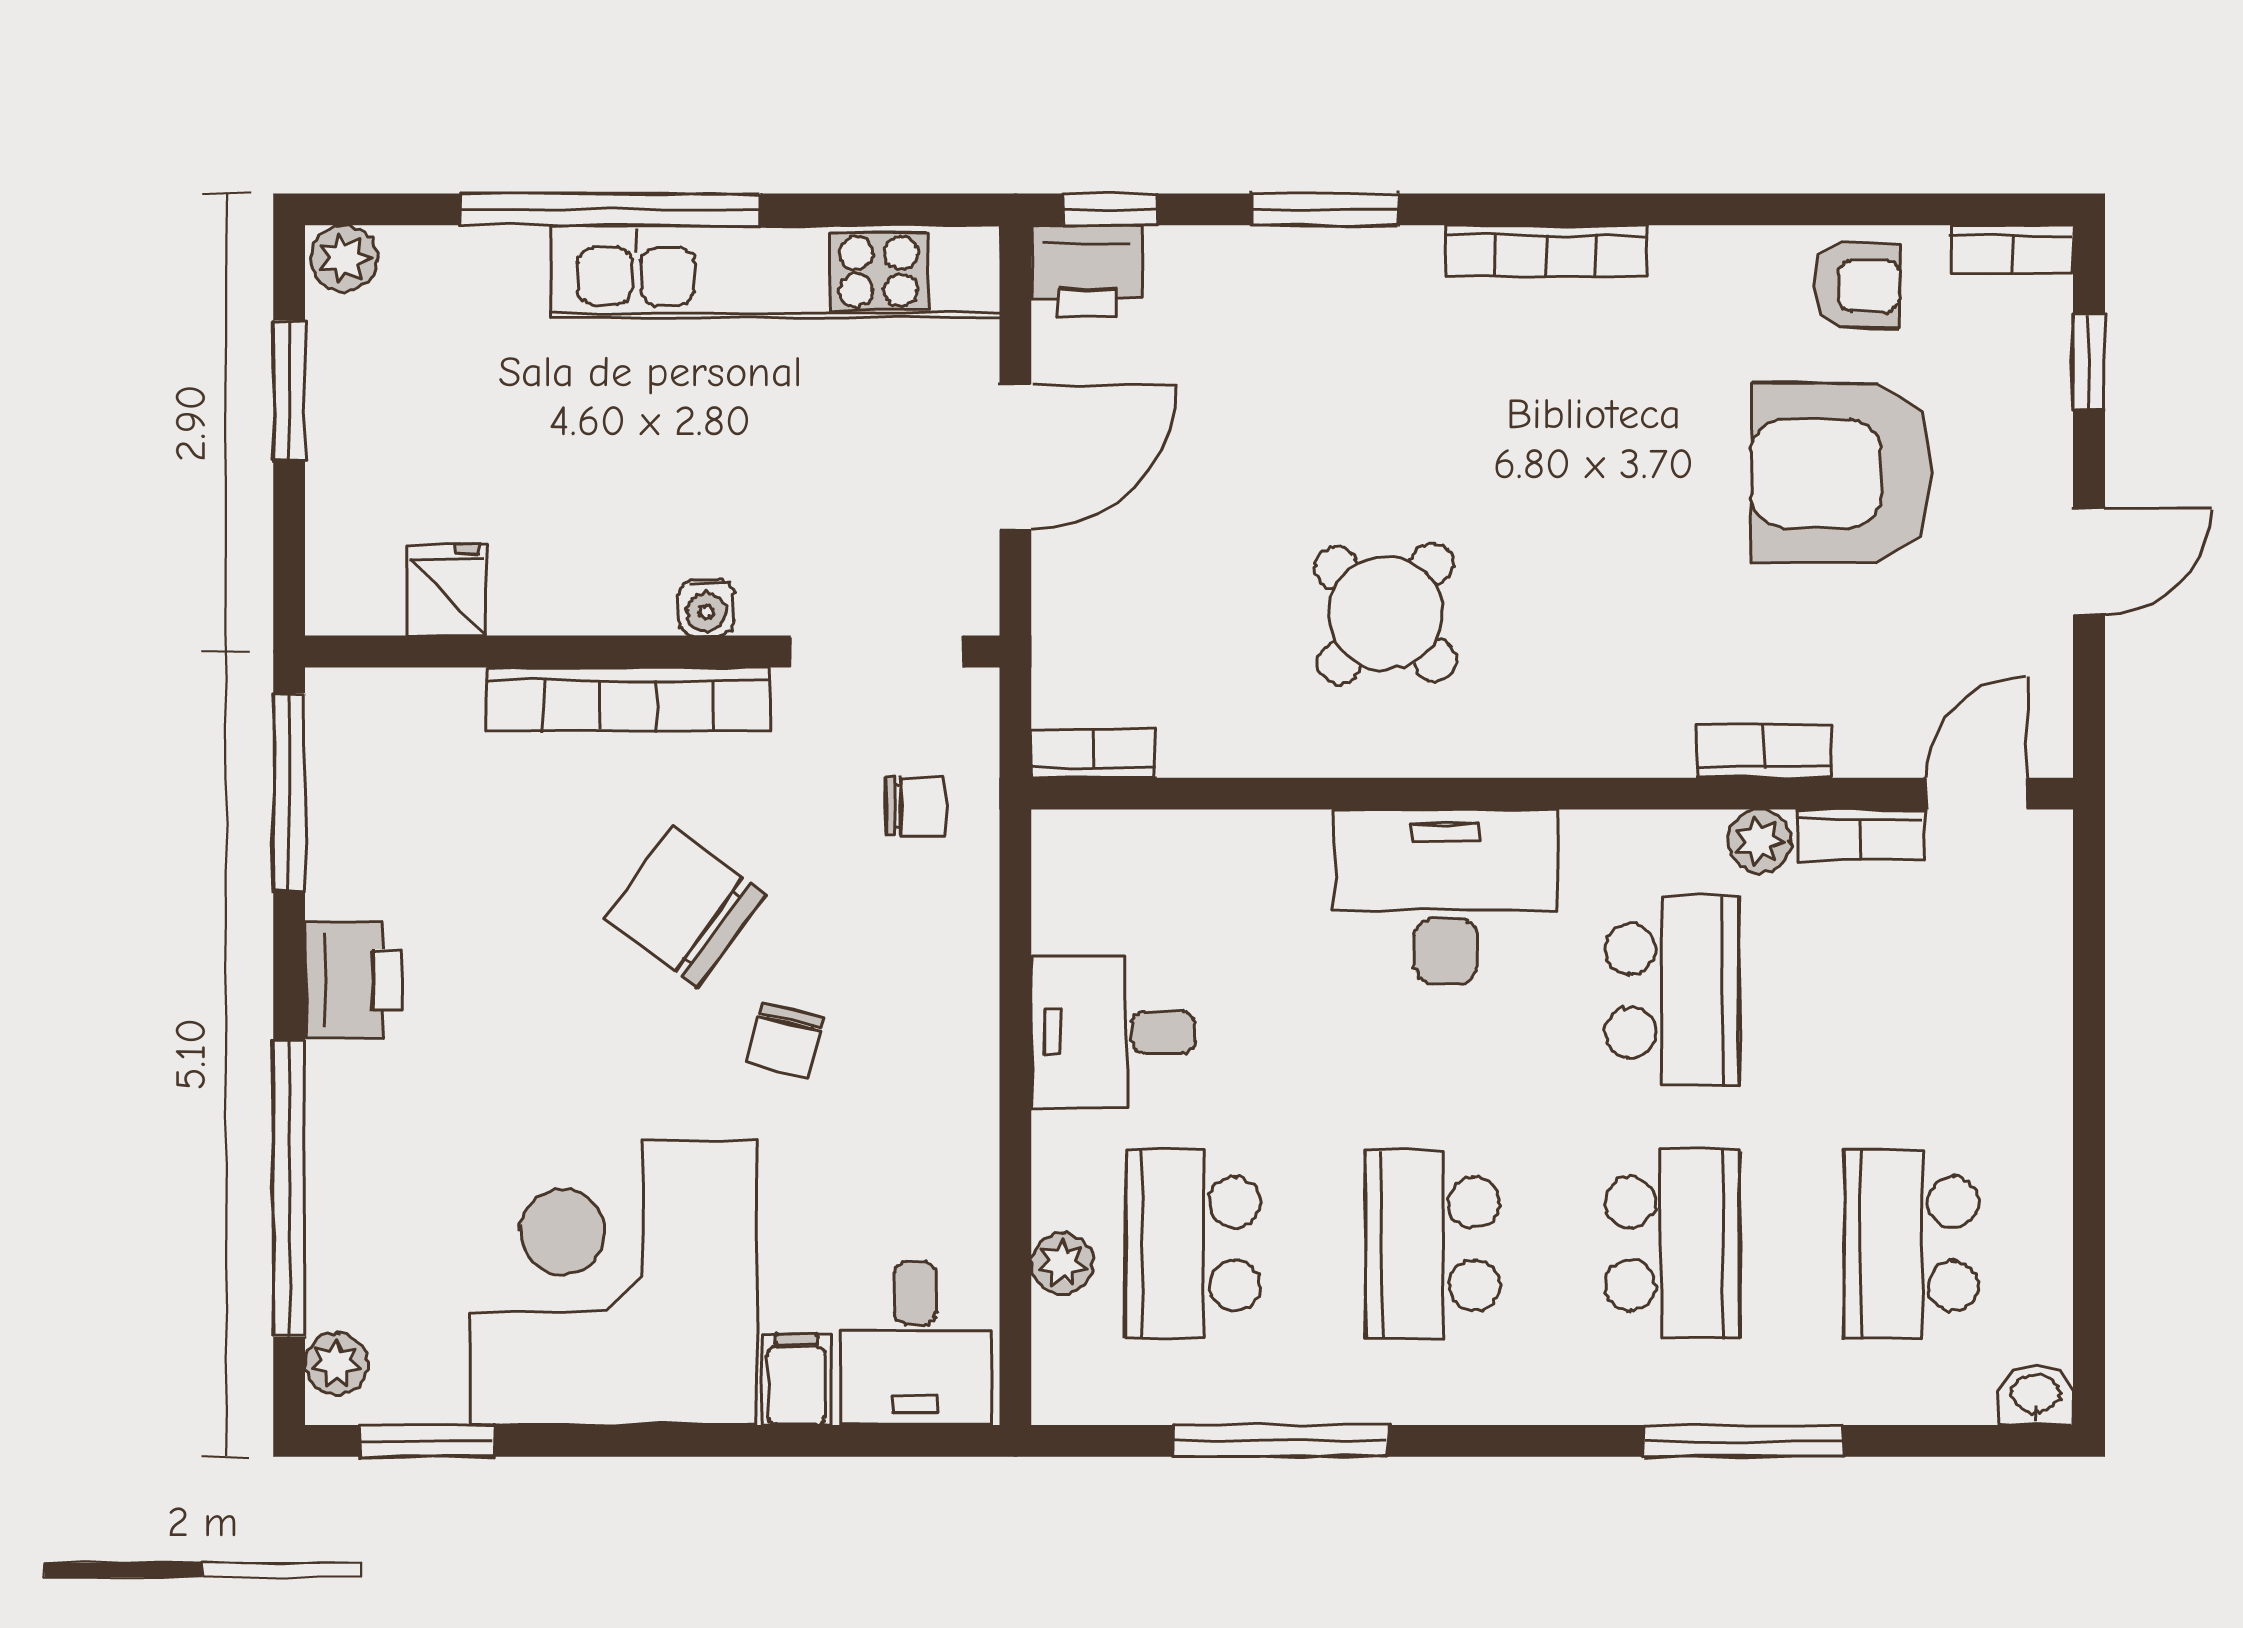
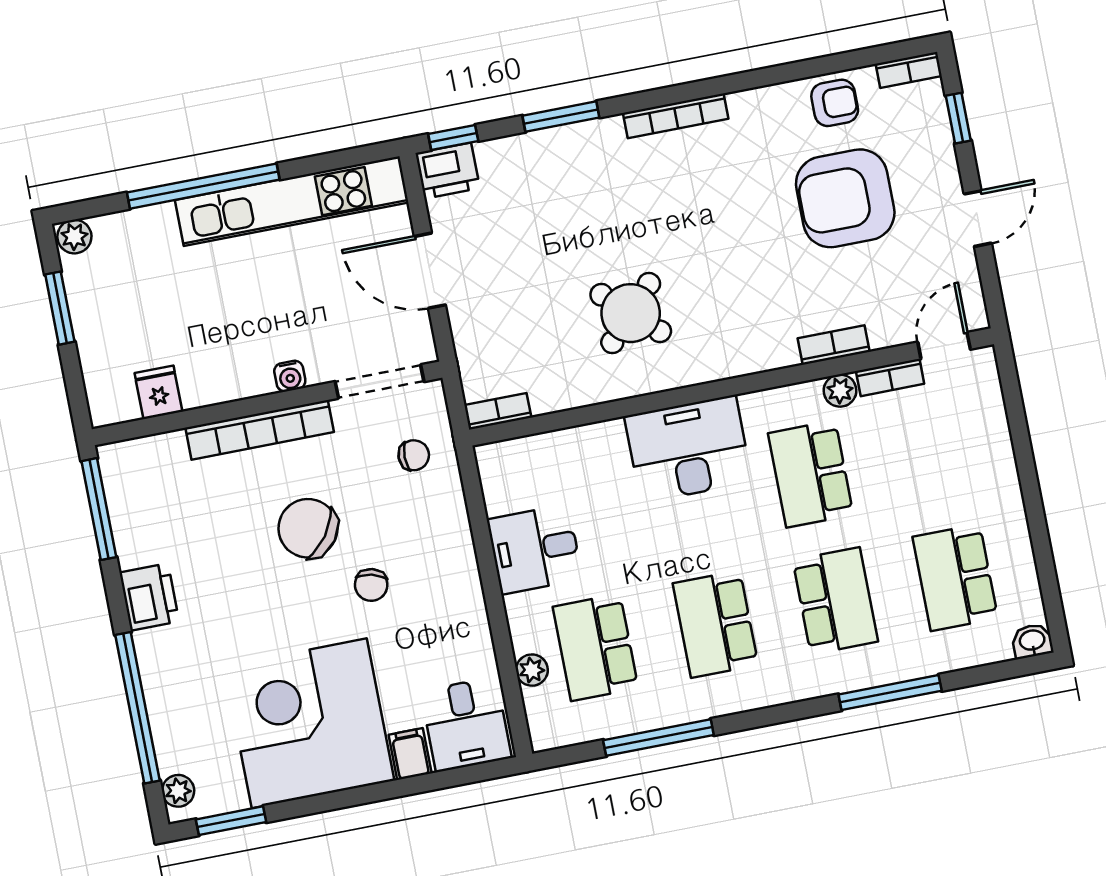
door: (1015, 457) -> (430, 271), swing flipped
school desk: (1672, 991) -> (811, 474), turned 180

